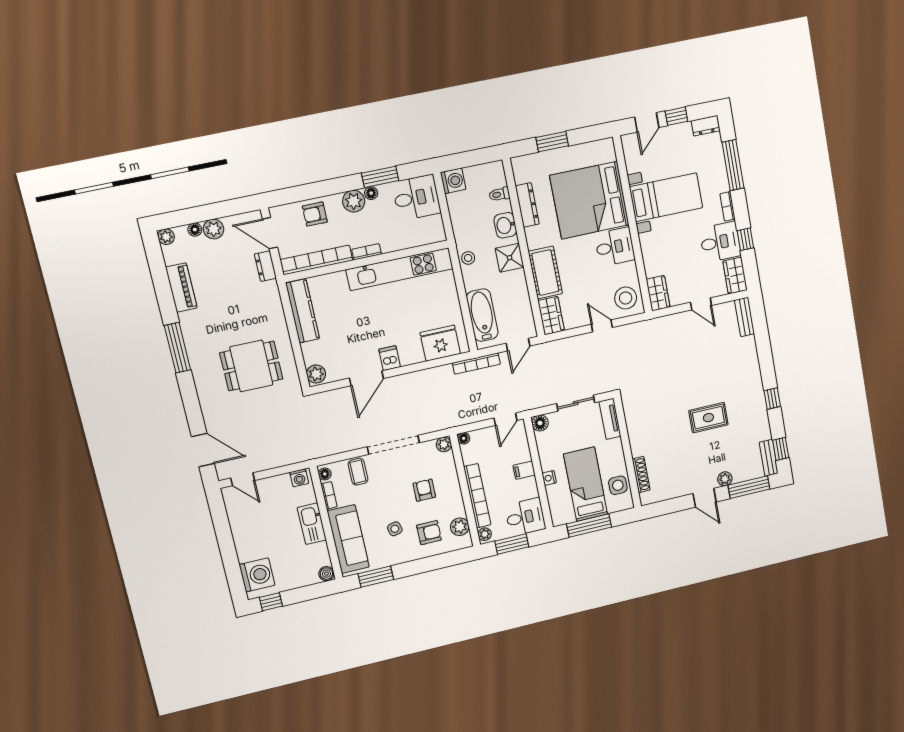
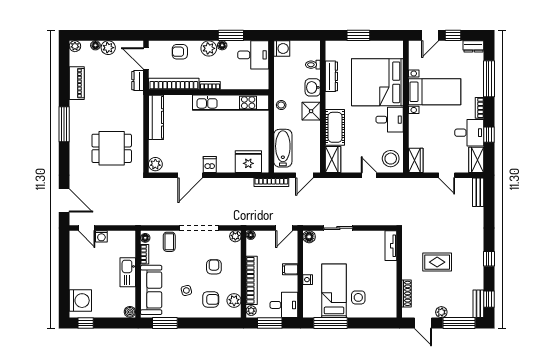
tv unit: (610, 419) -> (391, 246), moved
wall: (627, 453) -> (399, 274), moved
shoe rack: (641, 475) -> (407, 293), moved
washing machine: (299, 478) -> (101, 236), moved

